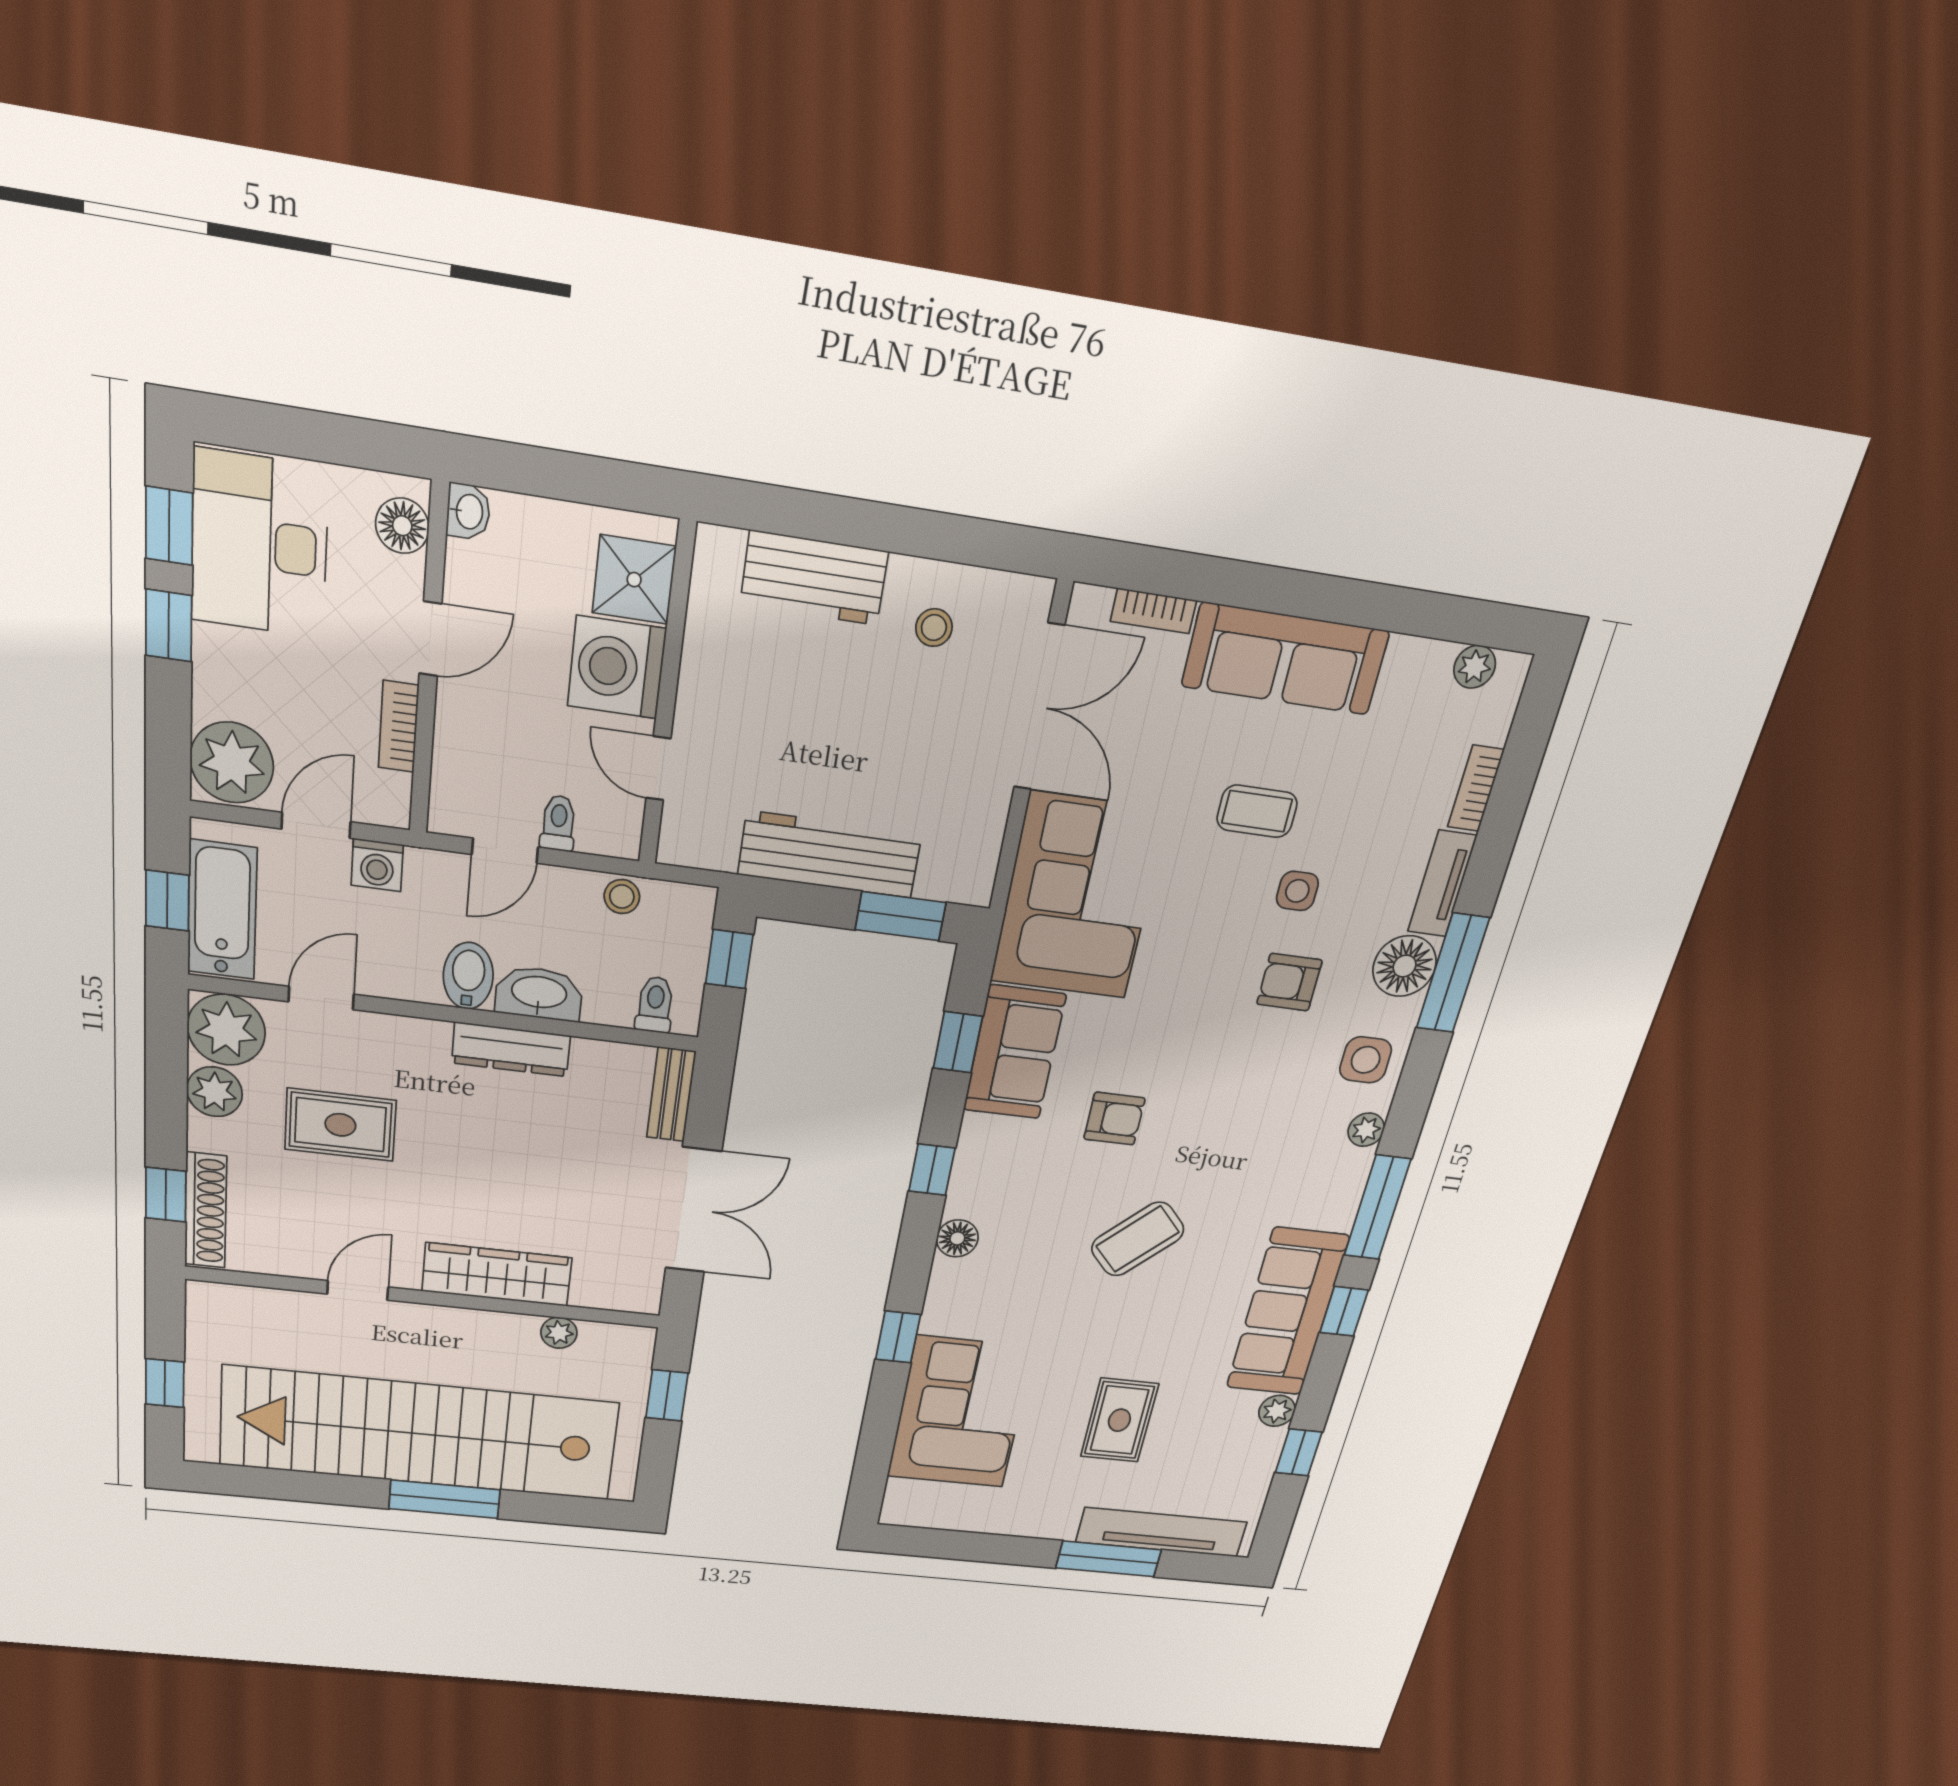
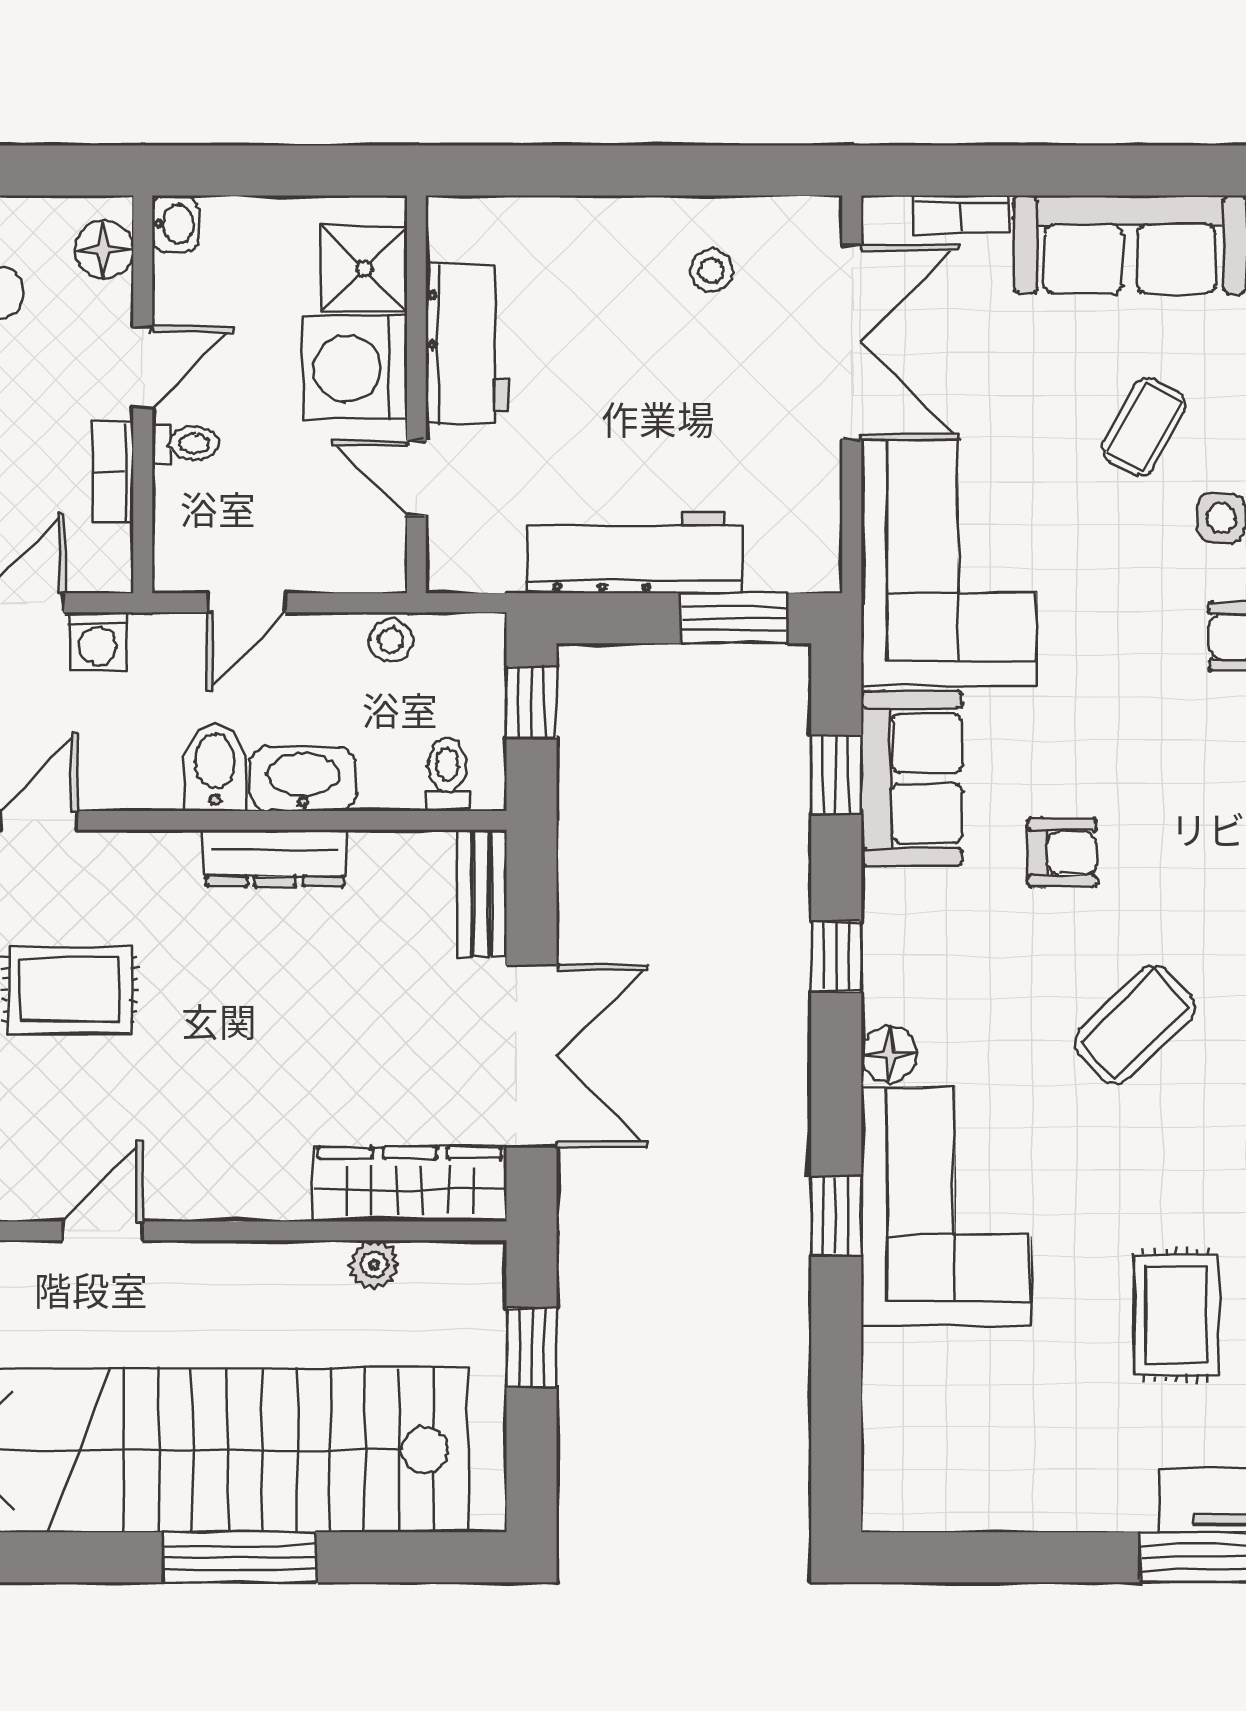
workbench: (814, 578) -> (467, 344), moved, turned -90
coffee table: (1257, 811) -> (1144, 427), turned -61
toilet: (558, 823) -> (185, 443), moved, turned 90
wardrobe: (497, 1274) -> (410, 1184), moved
corner sofa: (960, 1412) -> (946, 1206), moved

